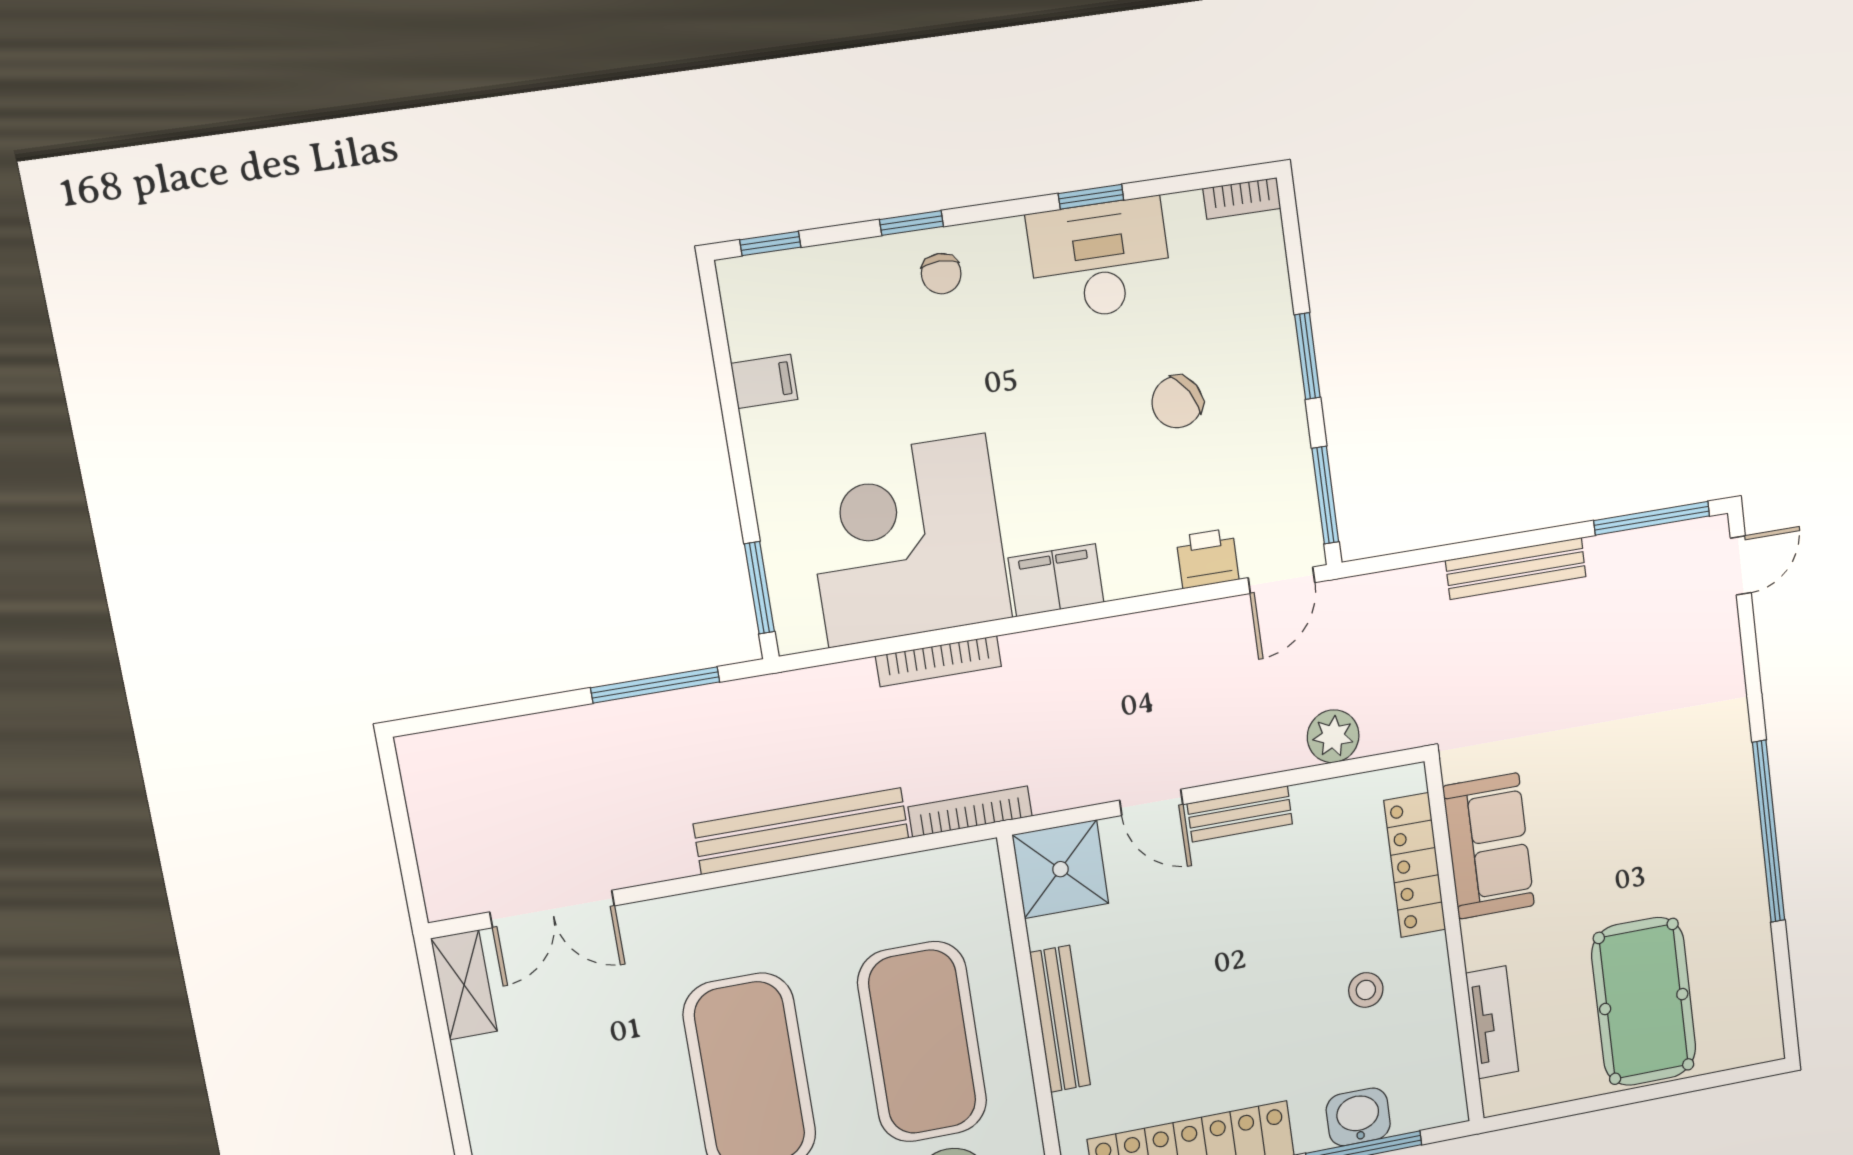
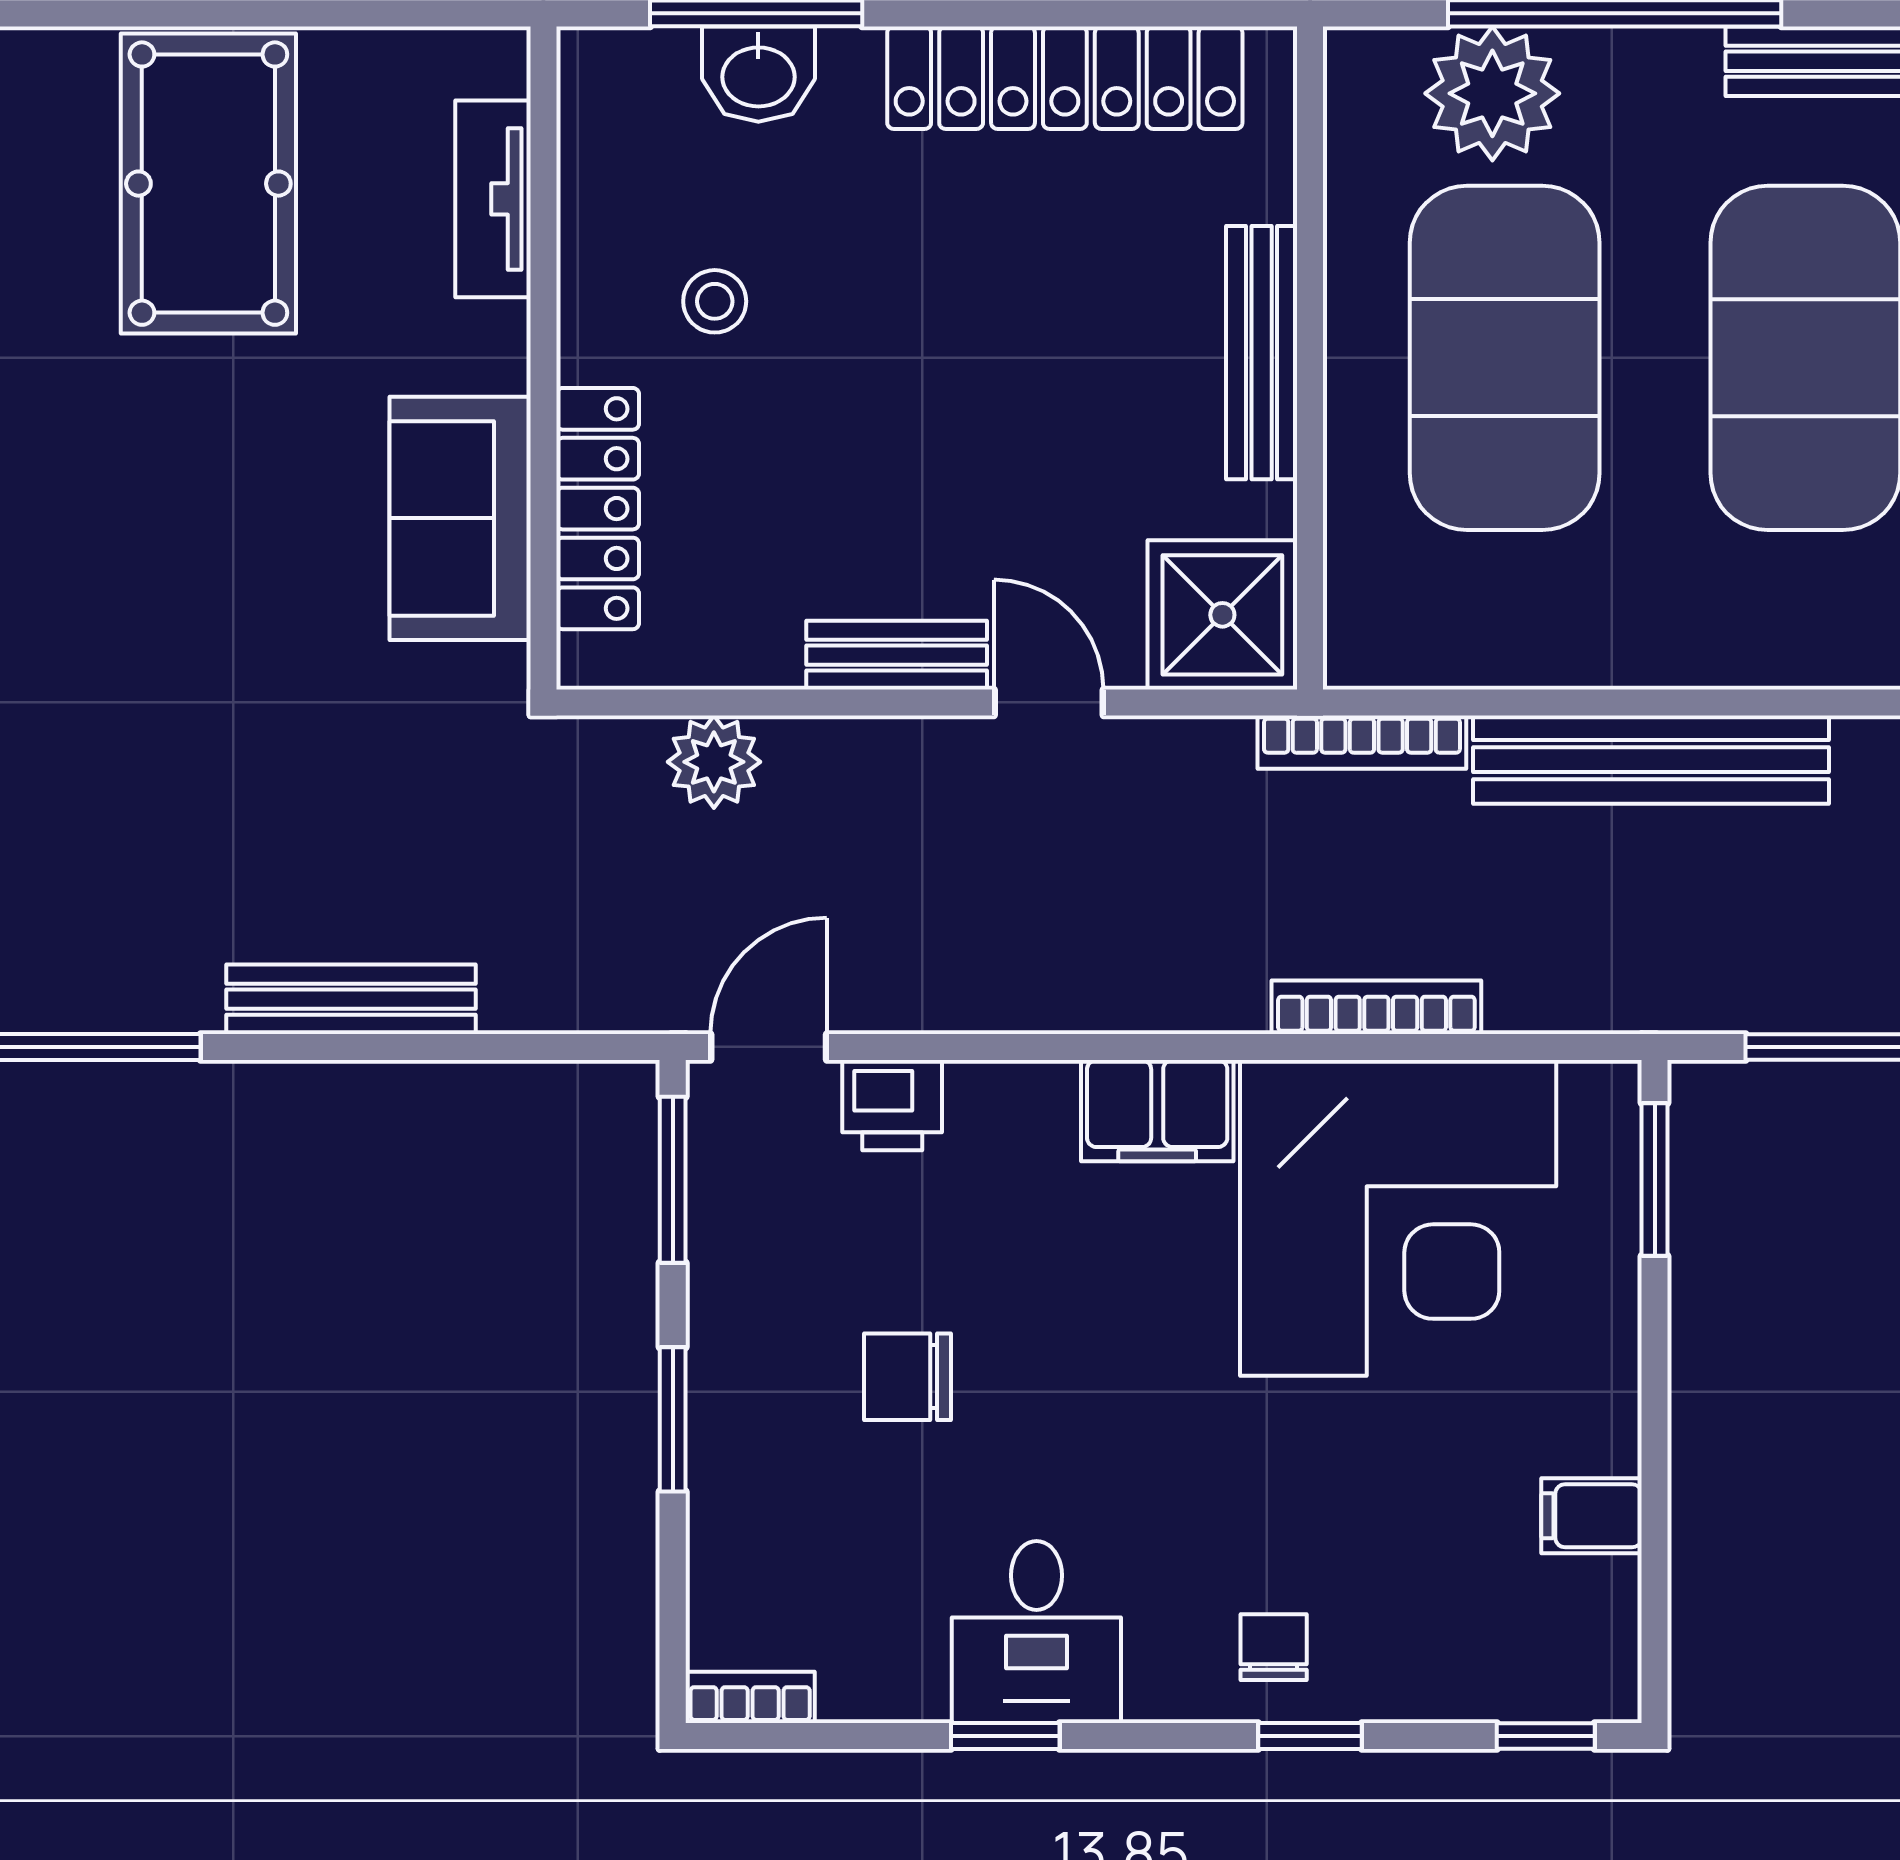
desk: (1100, 259) -> (1036, 1632), width x0.73
chair: (1177, 402) -> (908, 1377), turned -148

